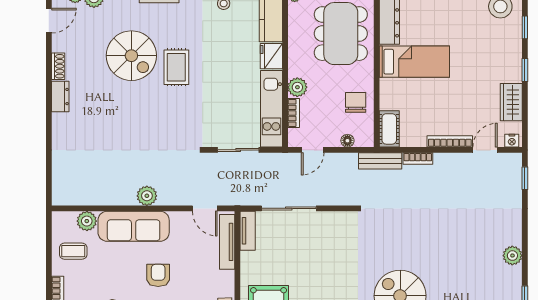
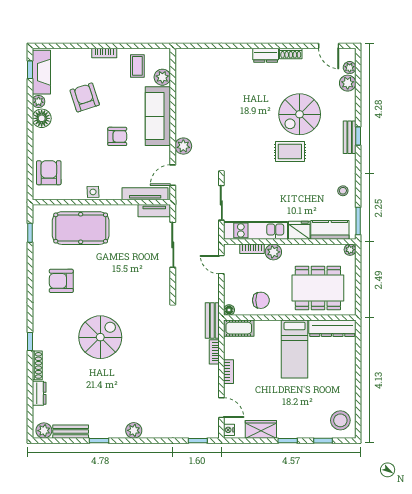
floor lamp: (347, 141) -> (229, 310), moved
bookcase: (450, 141) -> (228, 372), width x0.64
plant: (147, 196) -> (183, 146), moved

